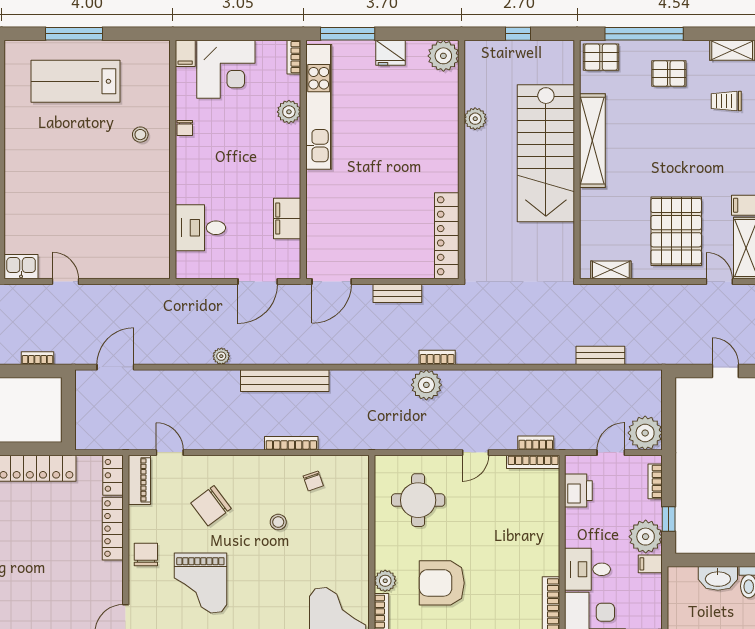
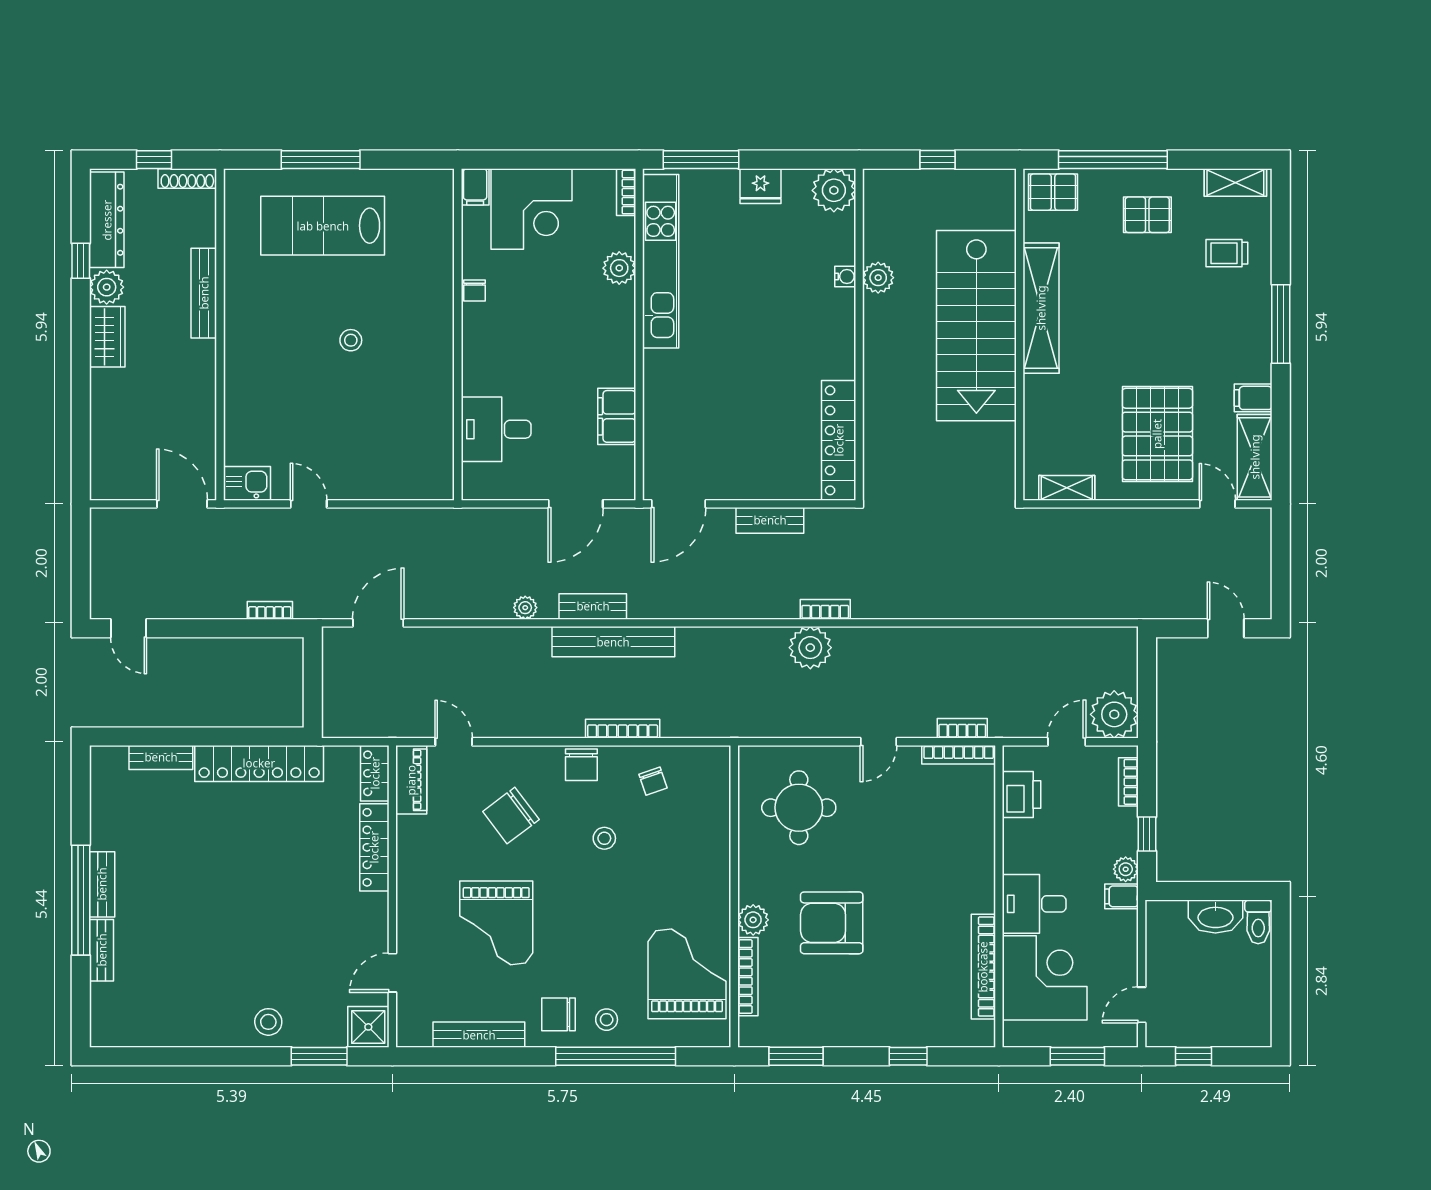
water cooler: (452, 118) -> (845, 277), added
stool: (140, 135) -> (351, 340), moved
bench: (600, 355) -> (593, 606), moved
plant: (646, 537) -> (1126, 869), width x0.53, depth x0.53
chair: (146, 554) -> (581, 765), moved, turned 180

